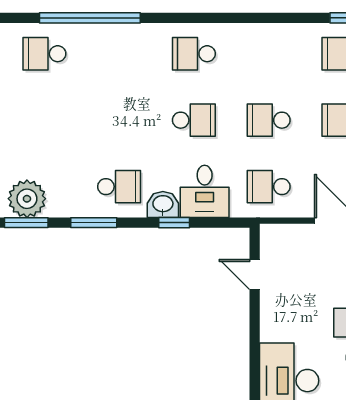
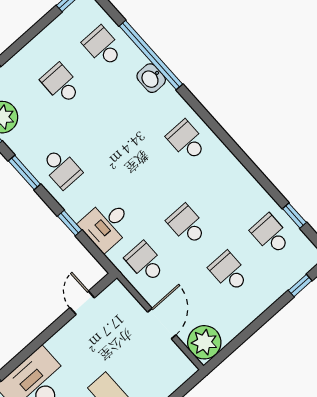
school desk: (194, 120) -> (61, 84), moved, turned 180
washbasin: (163, 204) -> (151, 78), moved, turned 180

